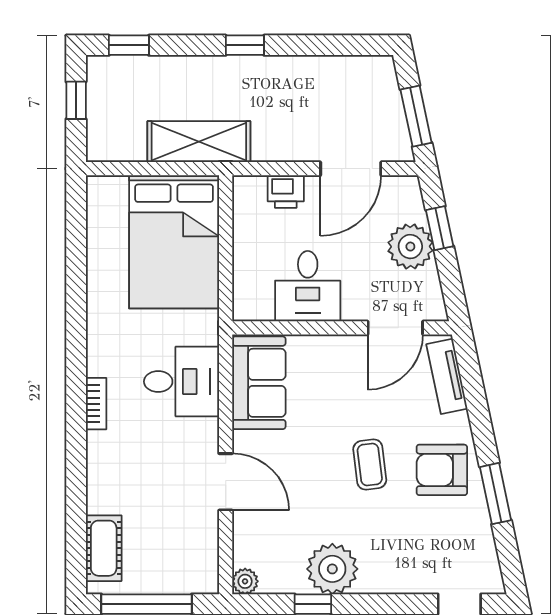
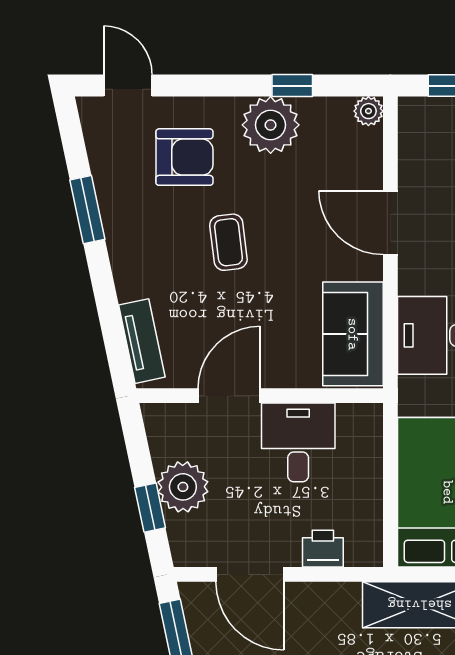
door: (351, 169) -> (250, 574), swing flipped
door: (395, 328) -> (229, 396), moved
armchair: (442, 470) -> (184, 157), moved

